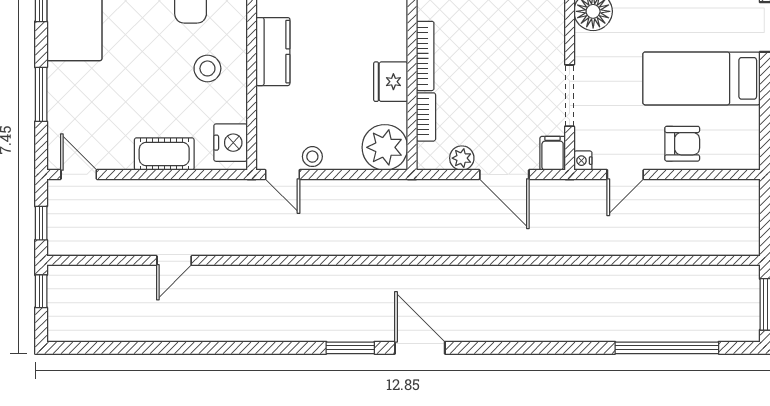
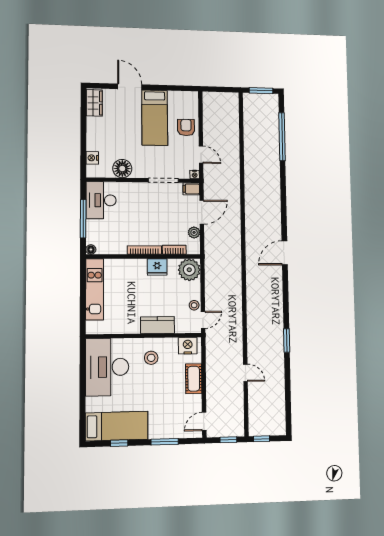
kitchen counter: (273, 52) -> (157, 325), moved
window: (350, 348) -> (287, 340), moved

